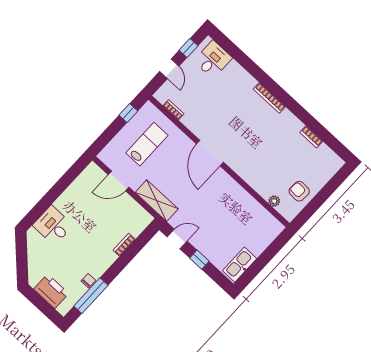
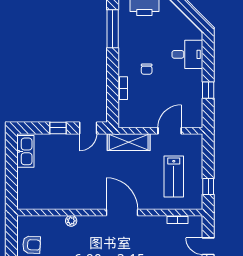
window: (62, 185) -> (208, 90), added
plant: (274, 201) -> (71, 221), moved
chair: (88, 281) -> (147, 69), moved

